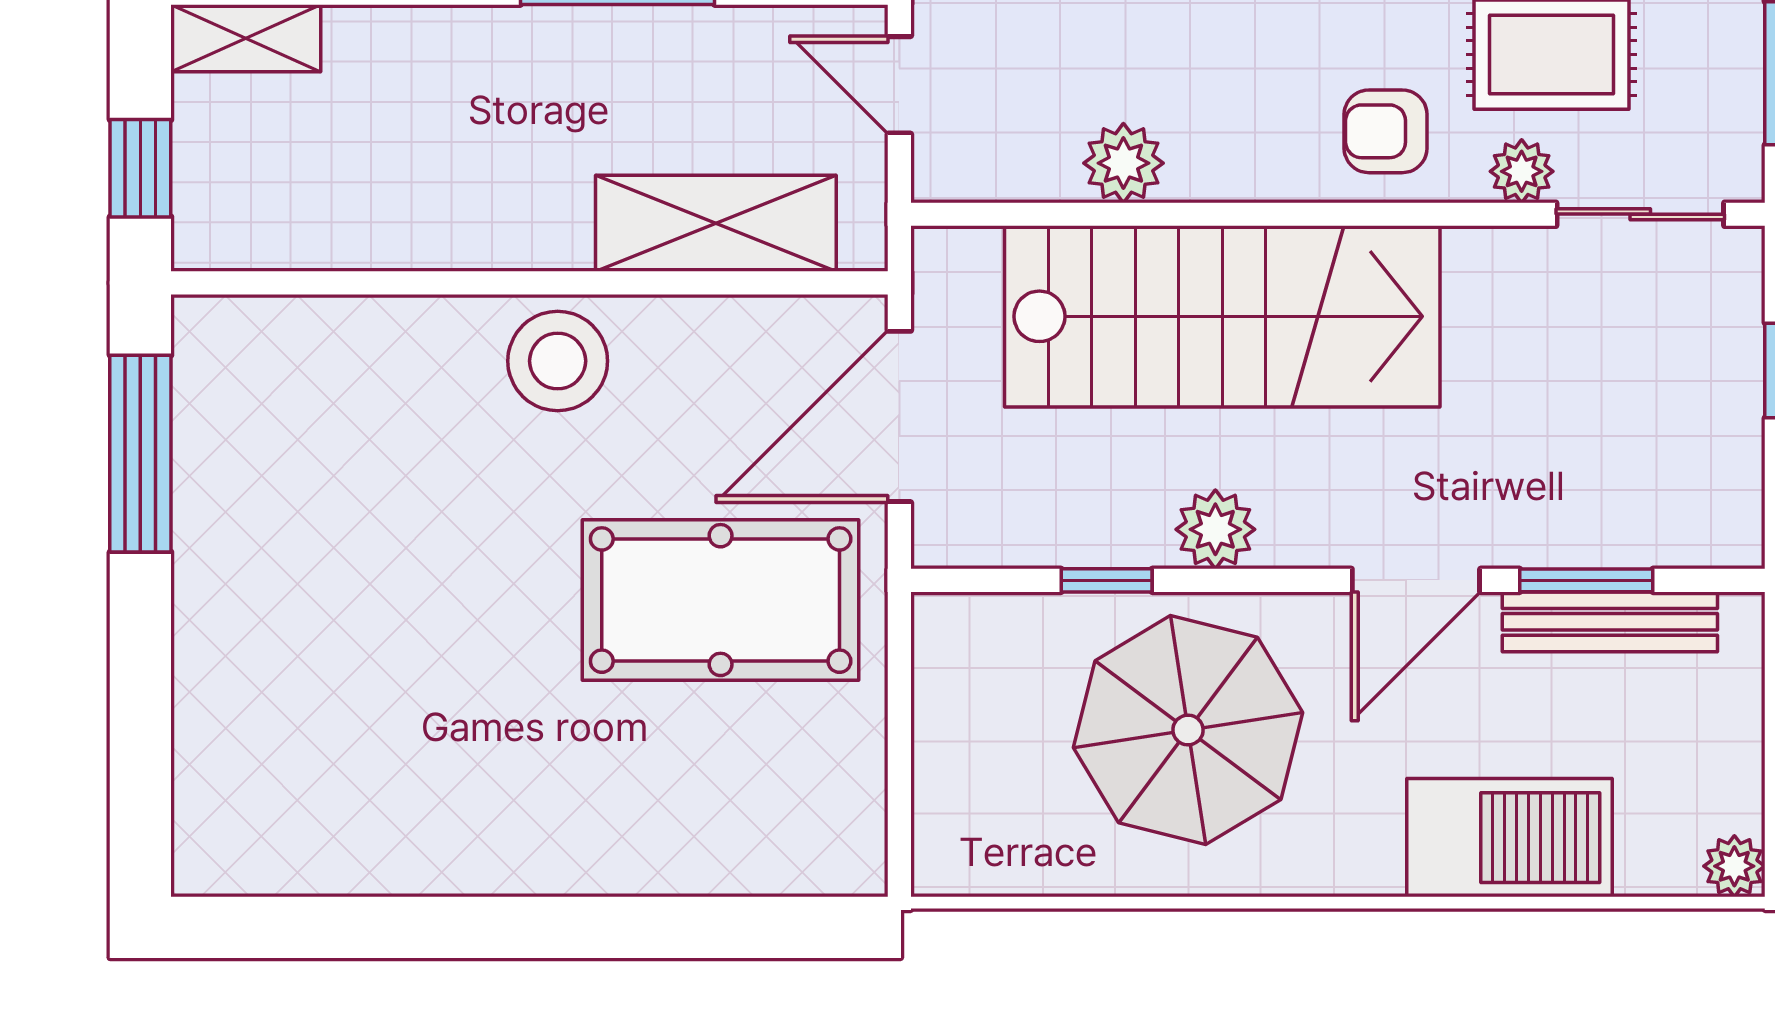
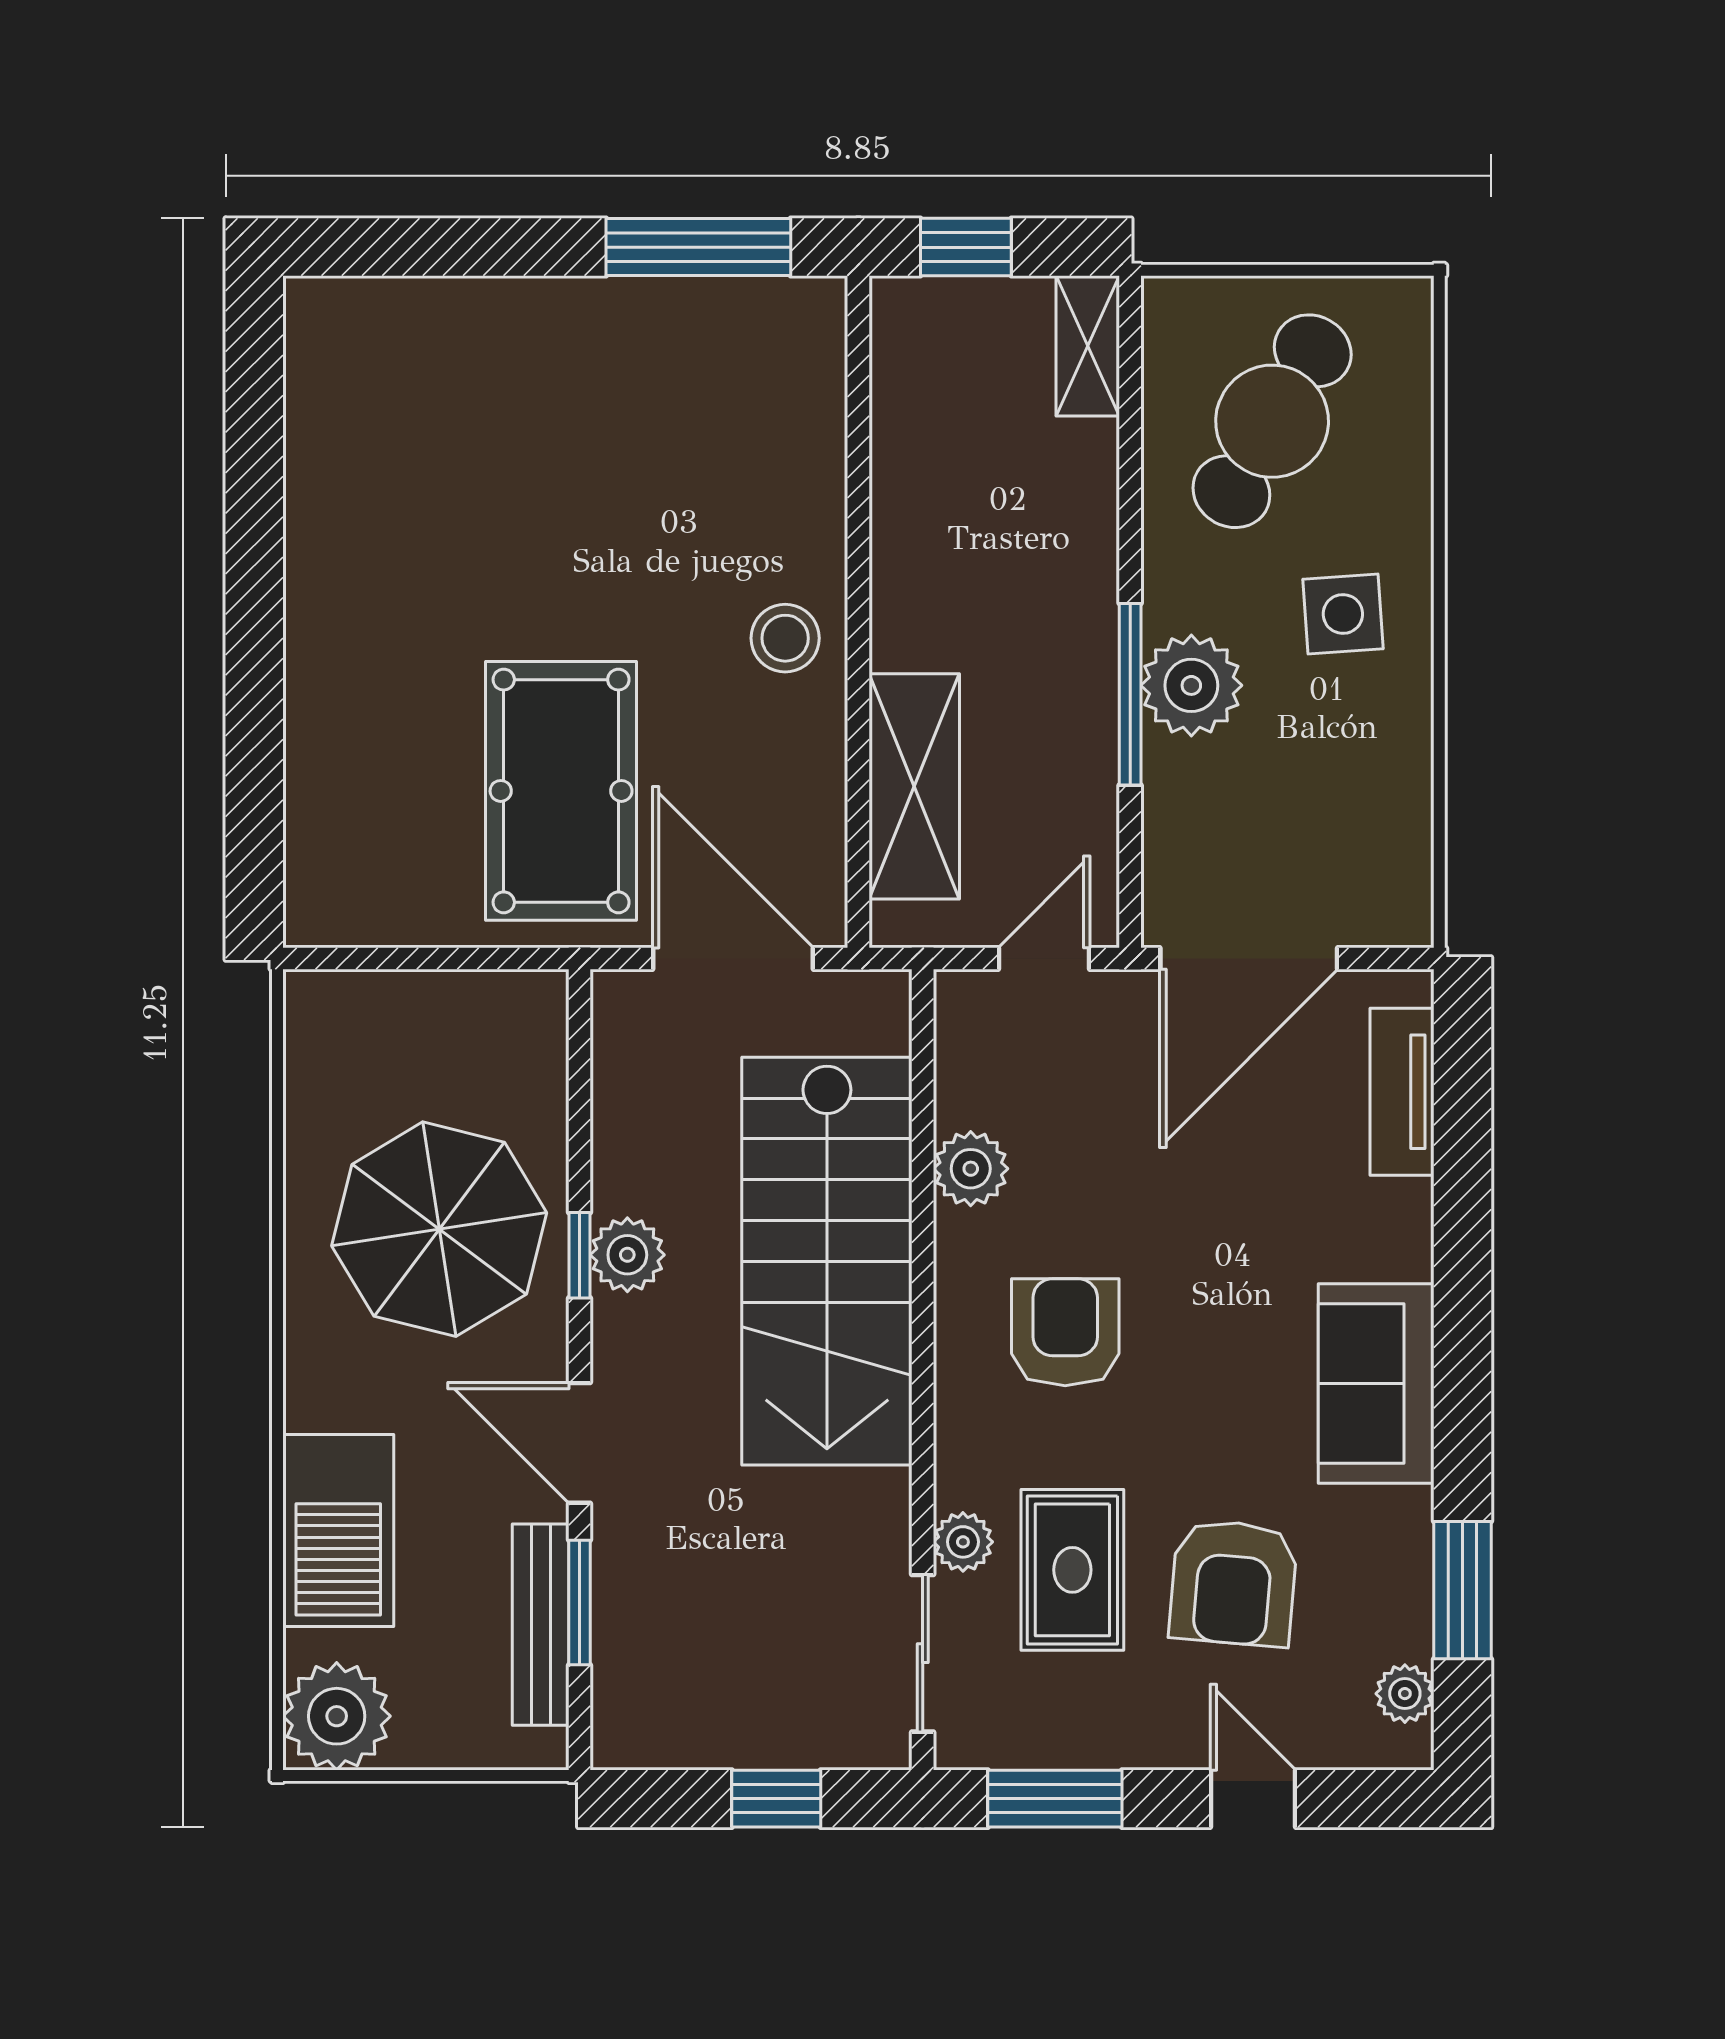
armchair: (1386, 131) -> (1065, 1332), moved, width x1.38, depth x1.38
stool: (558, 361) -> (785, 638), width x0.73, depth x0.73
window: (1107, 580) -> (580, 1255), moved
plant: (1734, 866) -> (337, 1716), width x1.88, depth x1.88

